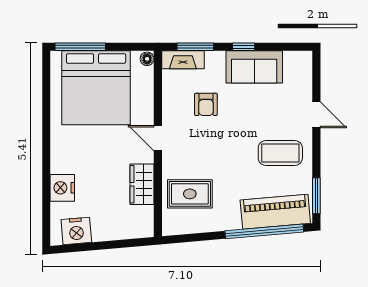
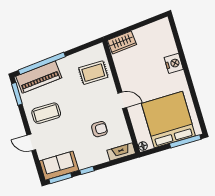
window: (195, 47) -> (60, 178), moved
sofa: (254, 67) -> (59, 166), moved
armchair: (206, 104) -> (99, 129), turned 90
wardrobe: (142, 184) -> (122, 42), moved, turned 85
nightstand: (62, 188) -> (174, 63), moved
nightstand: (76, 231) -> (155, 30), removed

